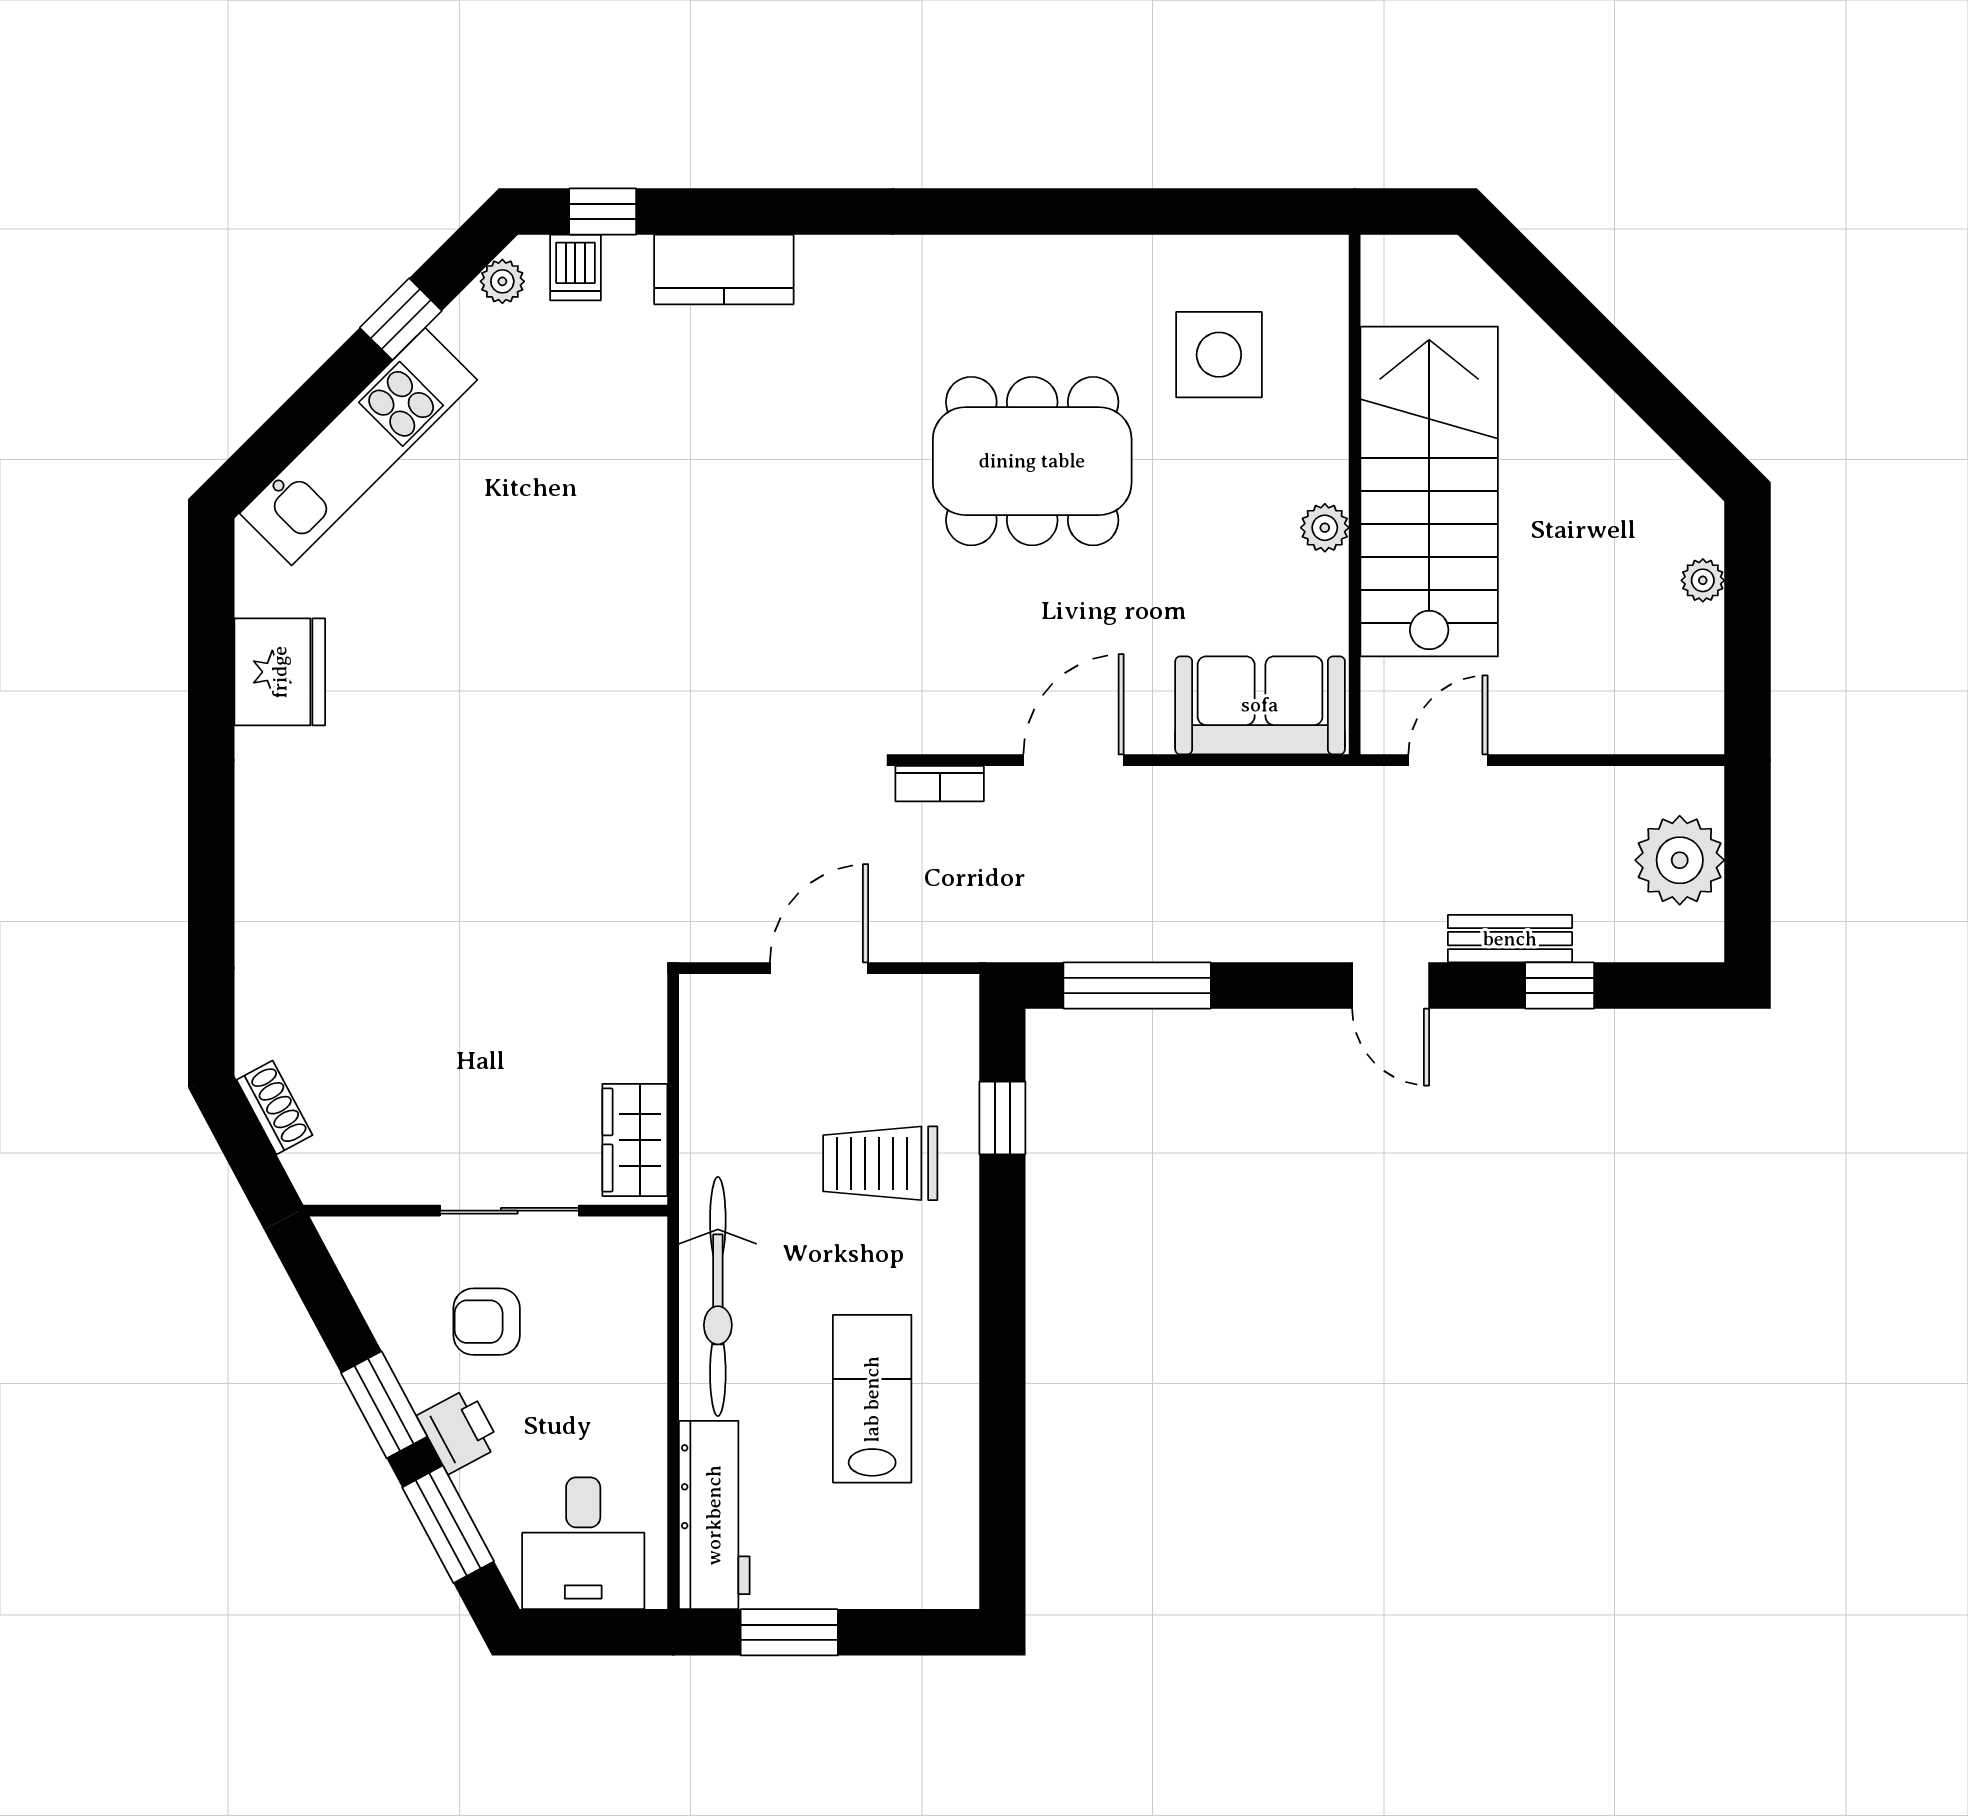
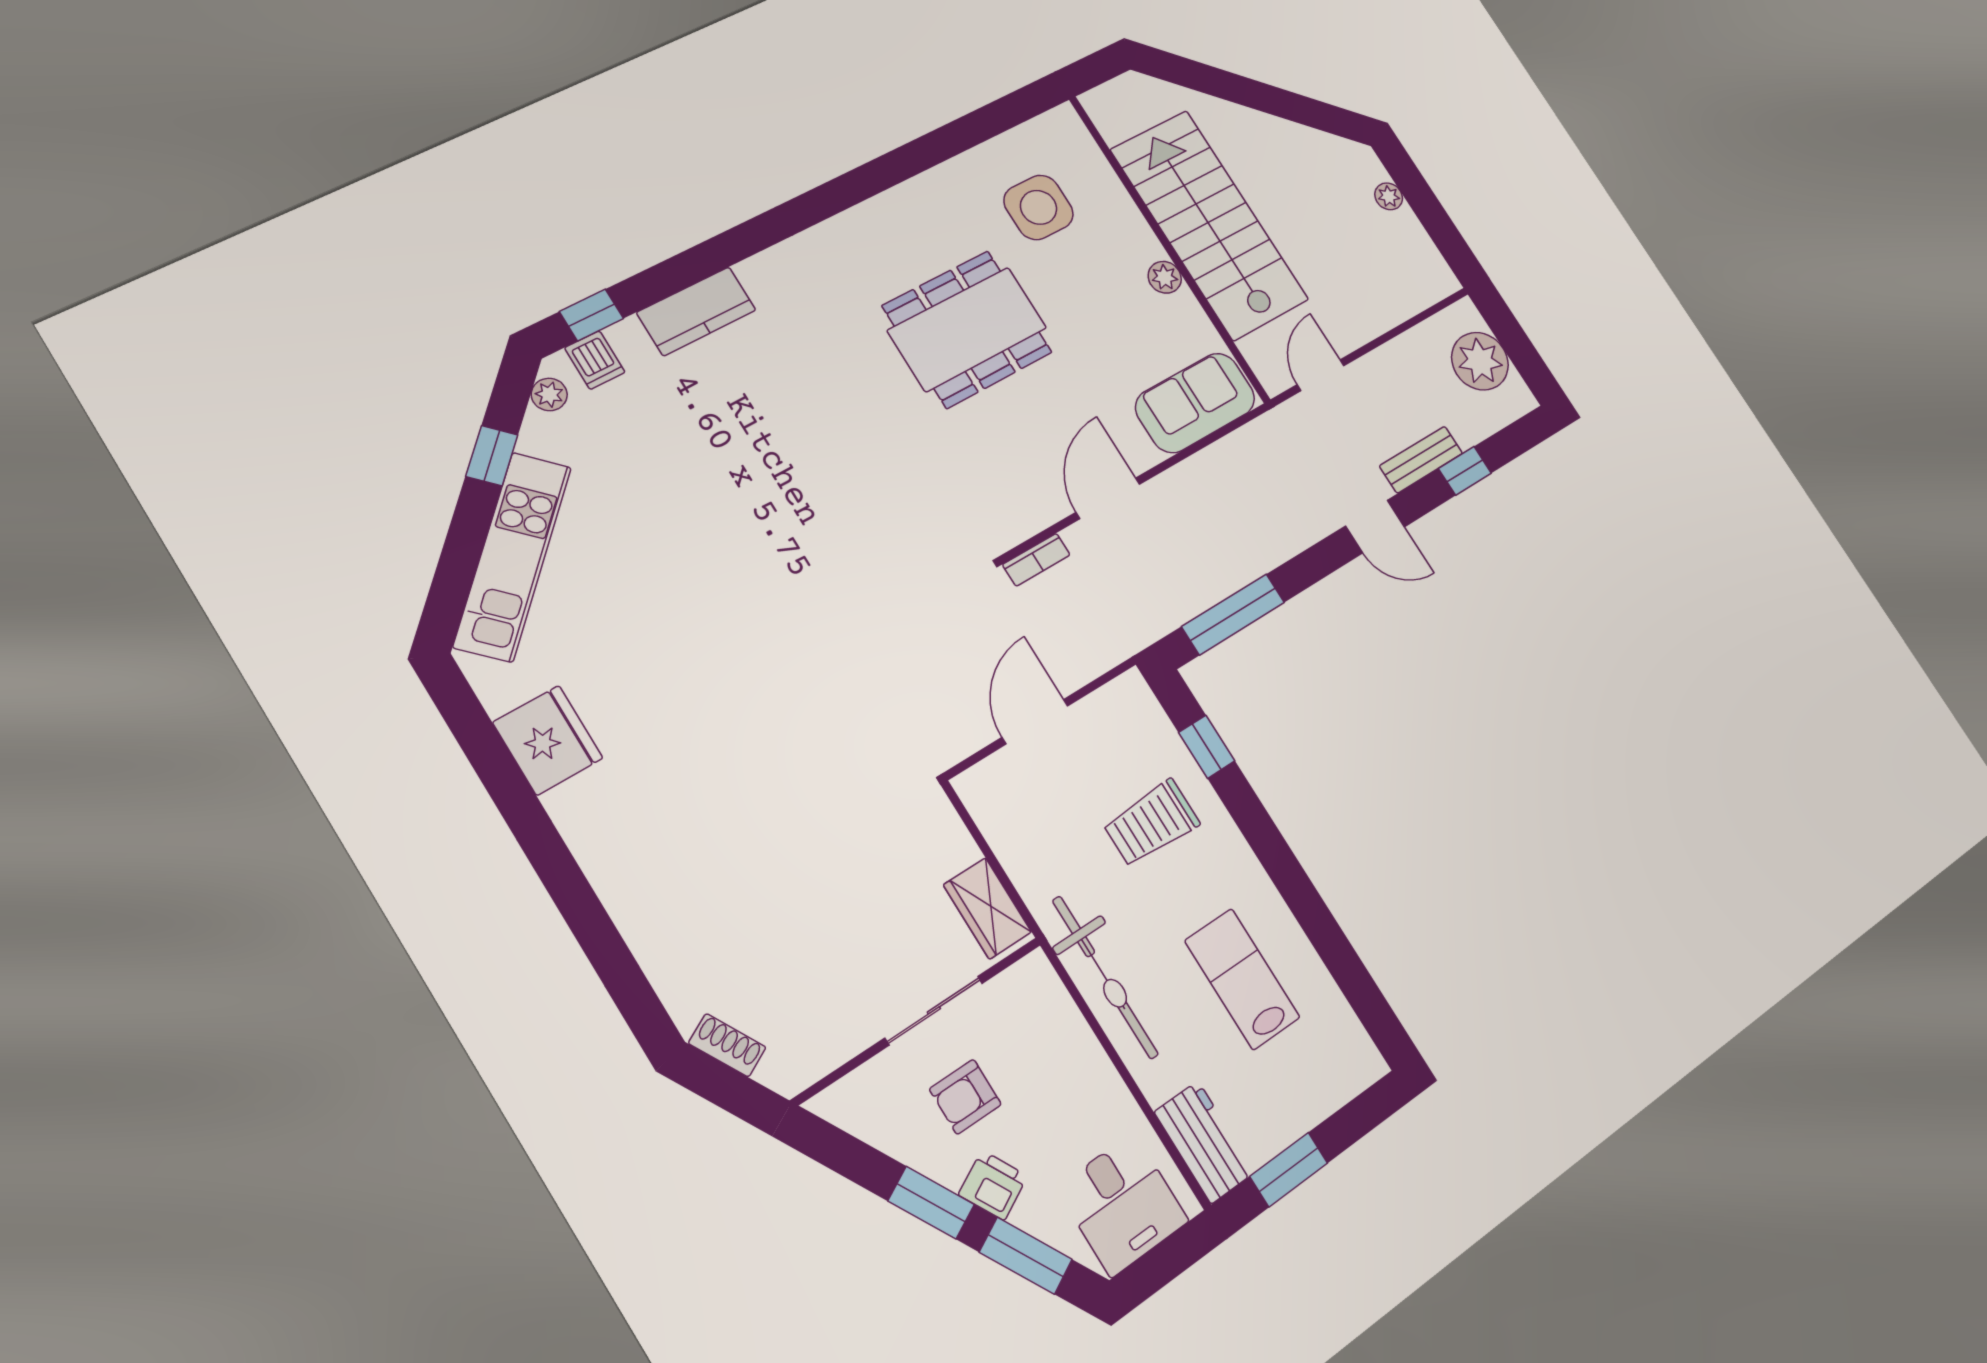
workbench: (714, 1515) -> (1204, 1142), width x0.73

